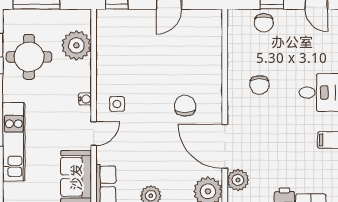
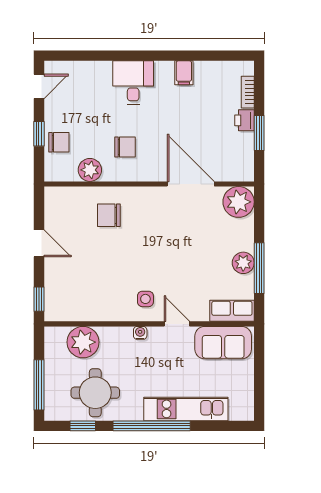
chair: (185, 106) -> (109, 215), moved
door: (225, 146) -> (191, 184), swing flipped
plant: (238, 180) -> (90, 170), moved

